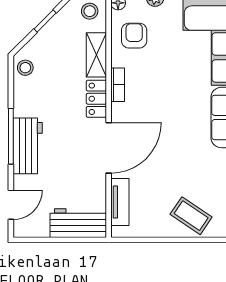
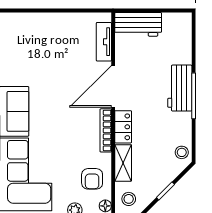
bookcase: (118, 85) -> (106, 130), width x1.56
door: (11, 205) -> (194, 39), removed
coffee table: (191, 216) -> (45, 30), removed

